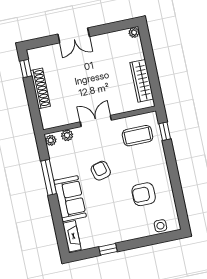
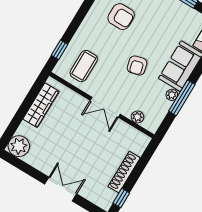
plant: (134, 32) -> (19, 146), width x1.88, depth x1.88
coffee table: (137, 136) -> (84, 66), turned 90
plant: (51, 140) -> (172, 95), moved

